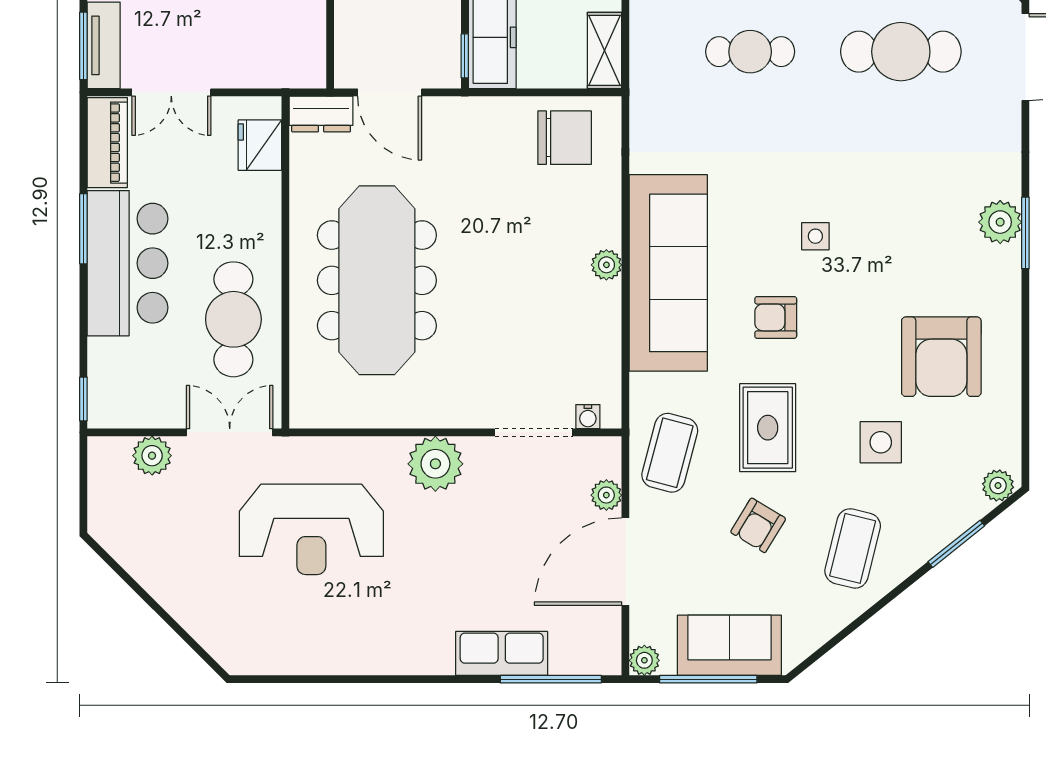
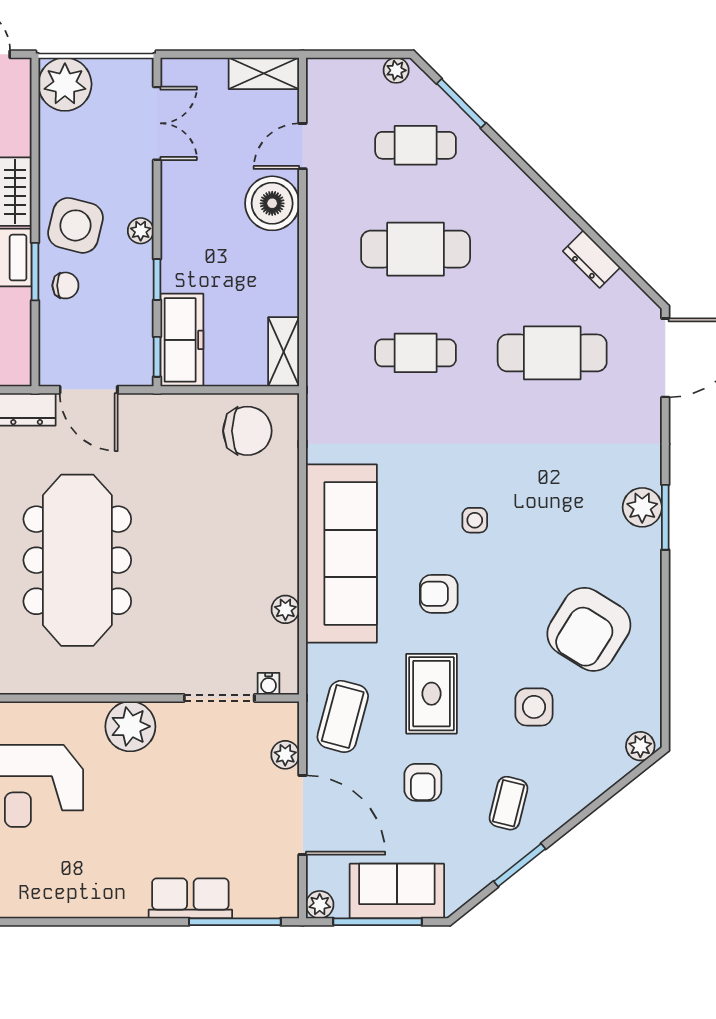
plant: (606, 265) -> (285, 609), moved
armchair: (941, 357) -> (589, 629), turned 32
armchair: (758, 525) -> (423, 782), turned -31
window: (956, 544) -> (520, 865), moved
coffee table: (853, 548) -> (509, 803), width x0.73, depth x0.77
door: (625, 562) -> (303, 815), swing flipped

